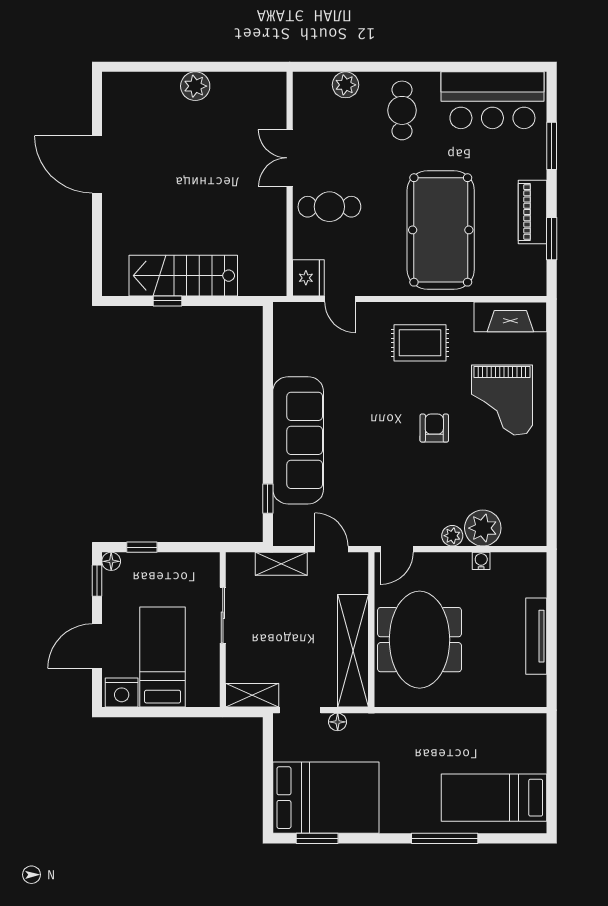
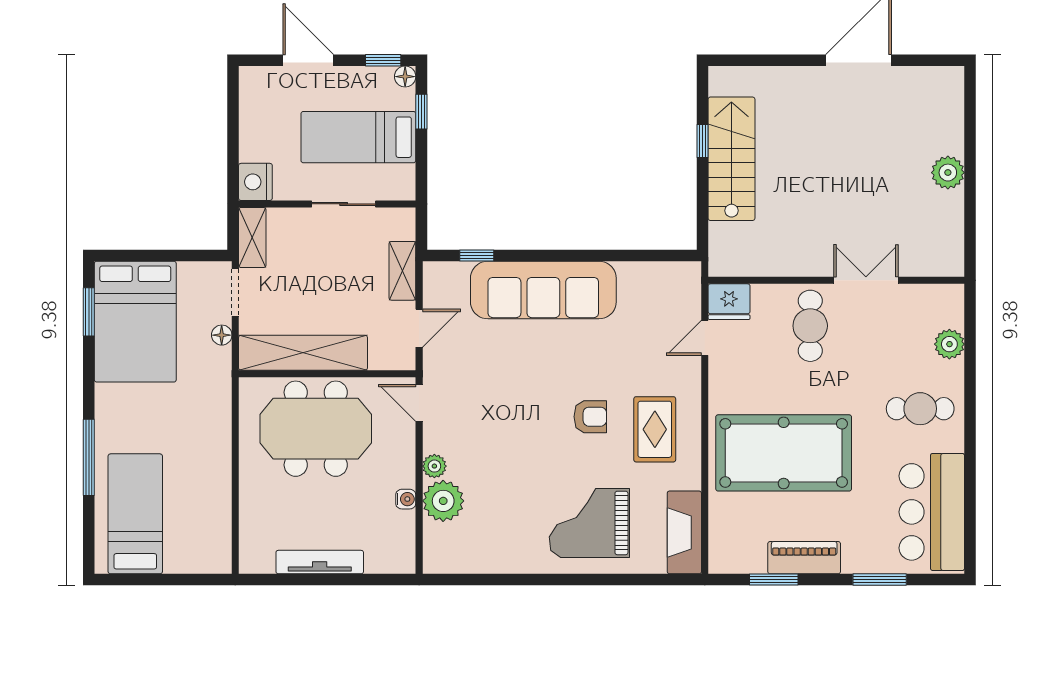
armchair: (434, 428) -> (590, 417), moved
bed: (163, 657) -> (358, 137), moved, turned 180
nightstand: (122, 692) -> (255, 182), moved

